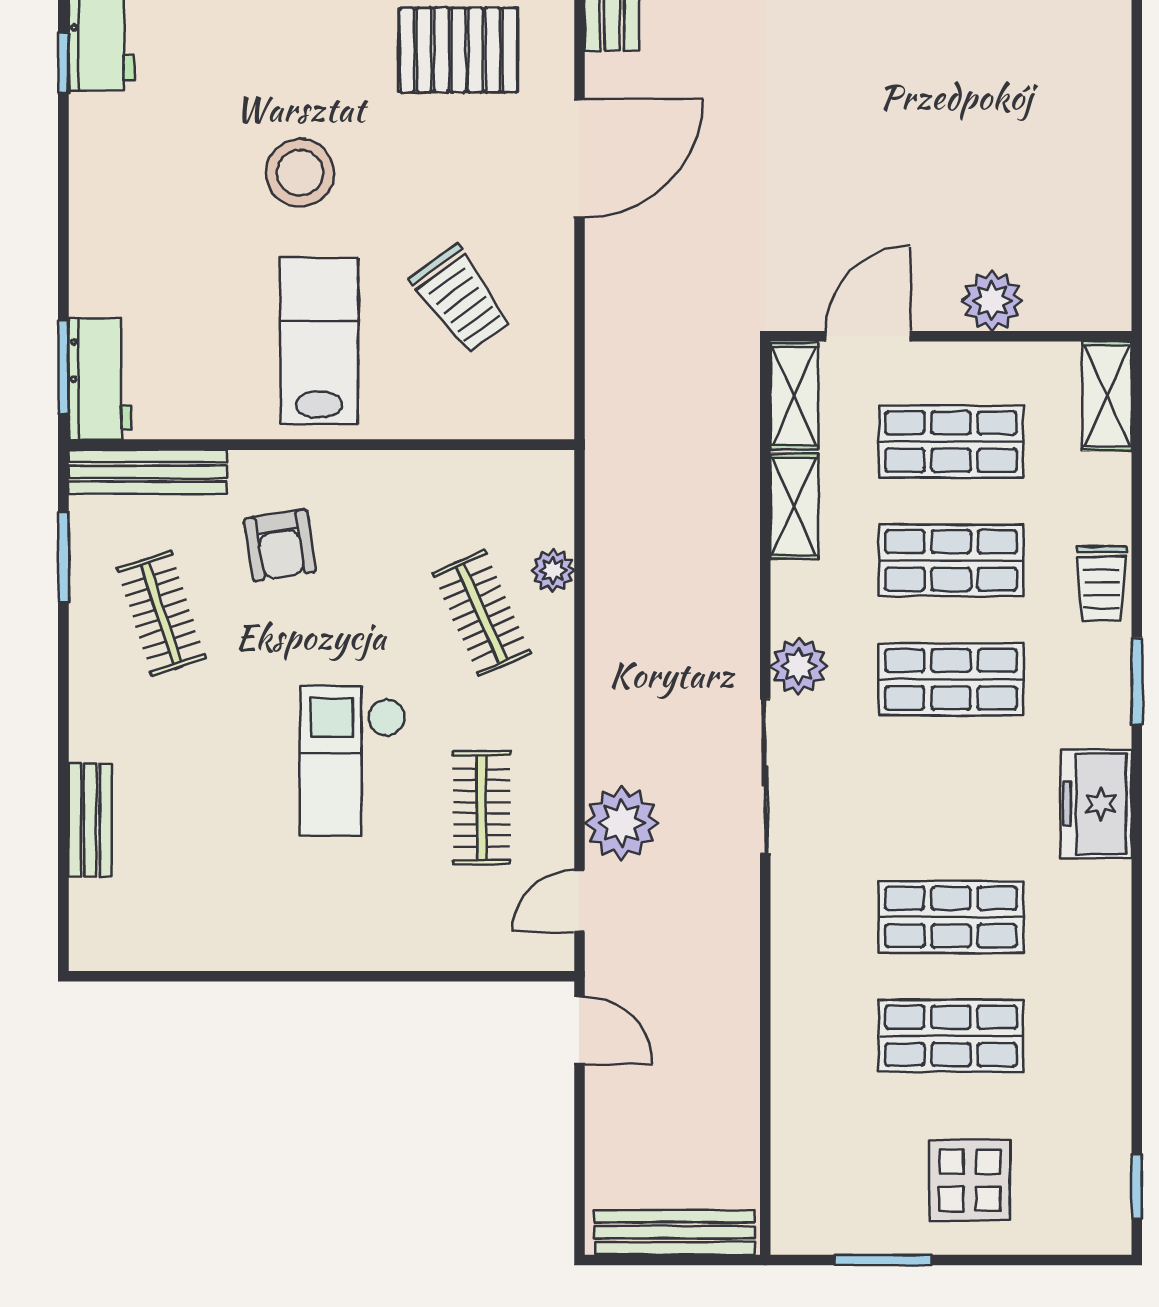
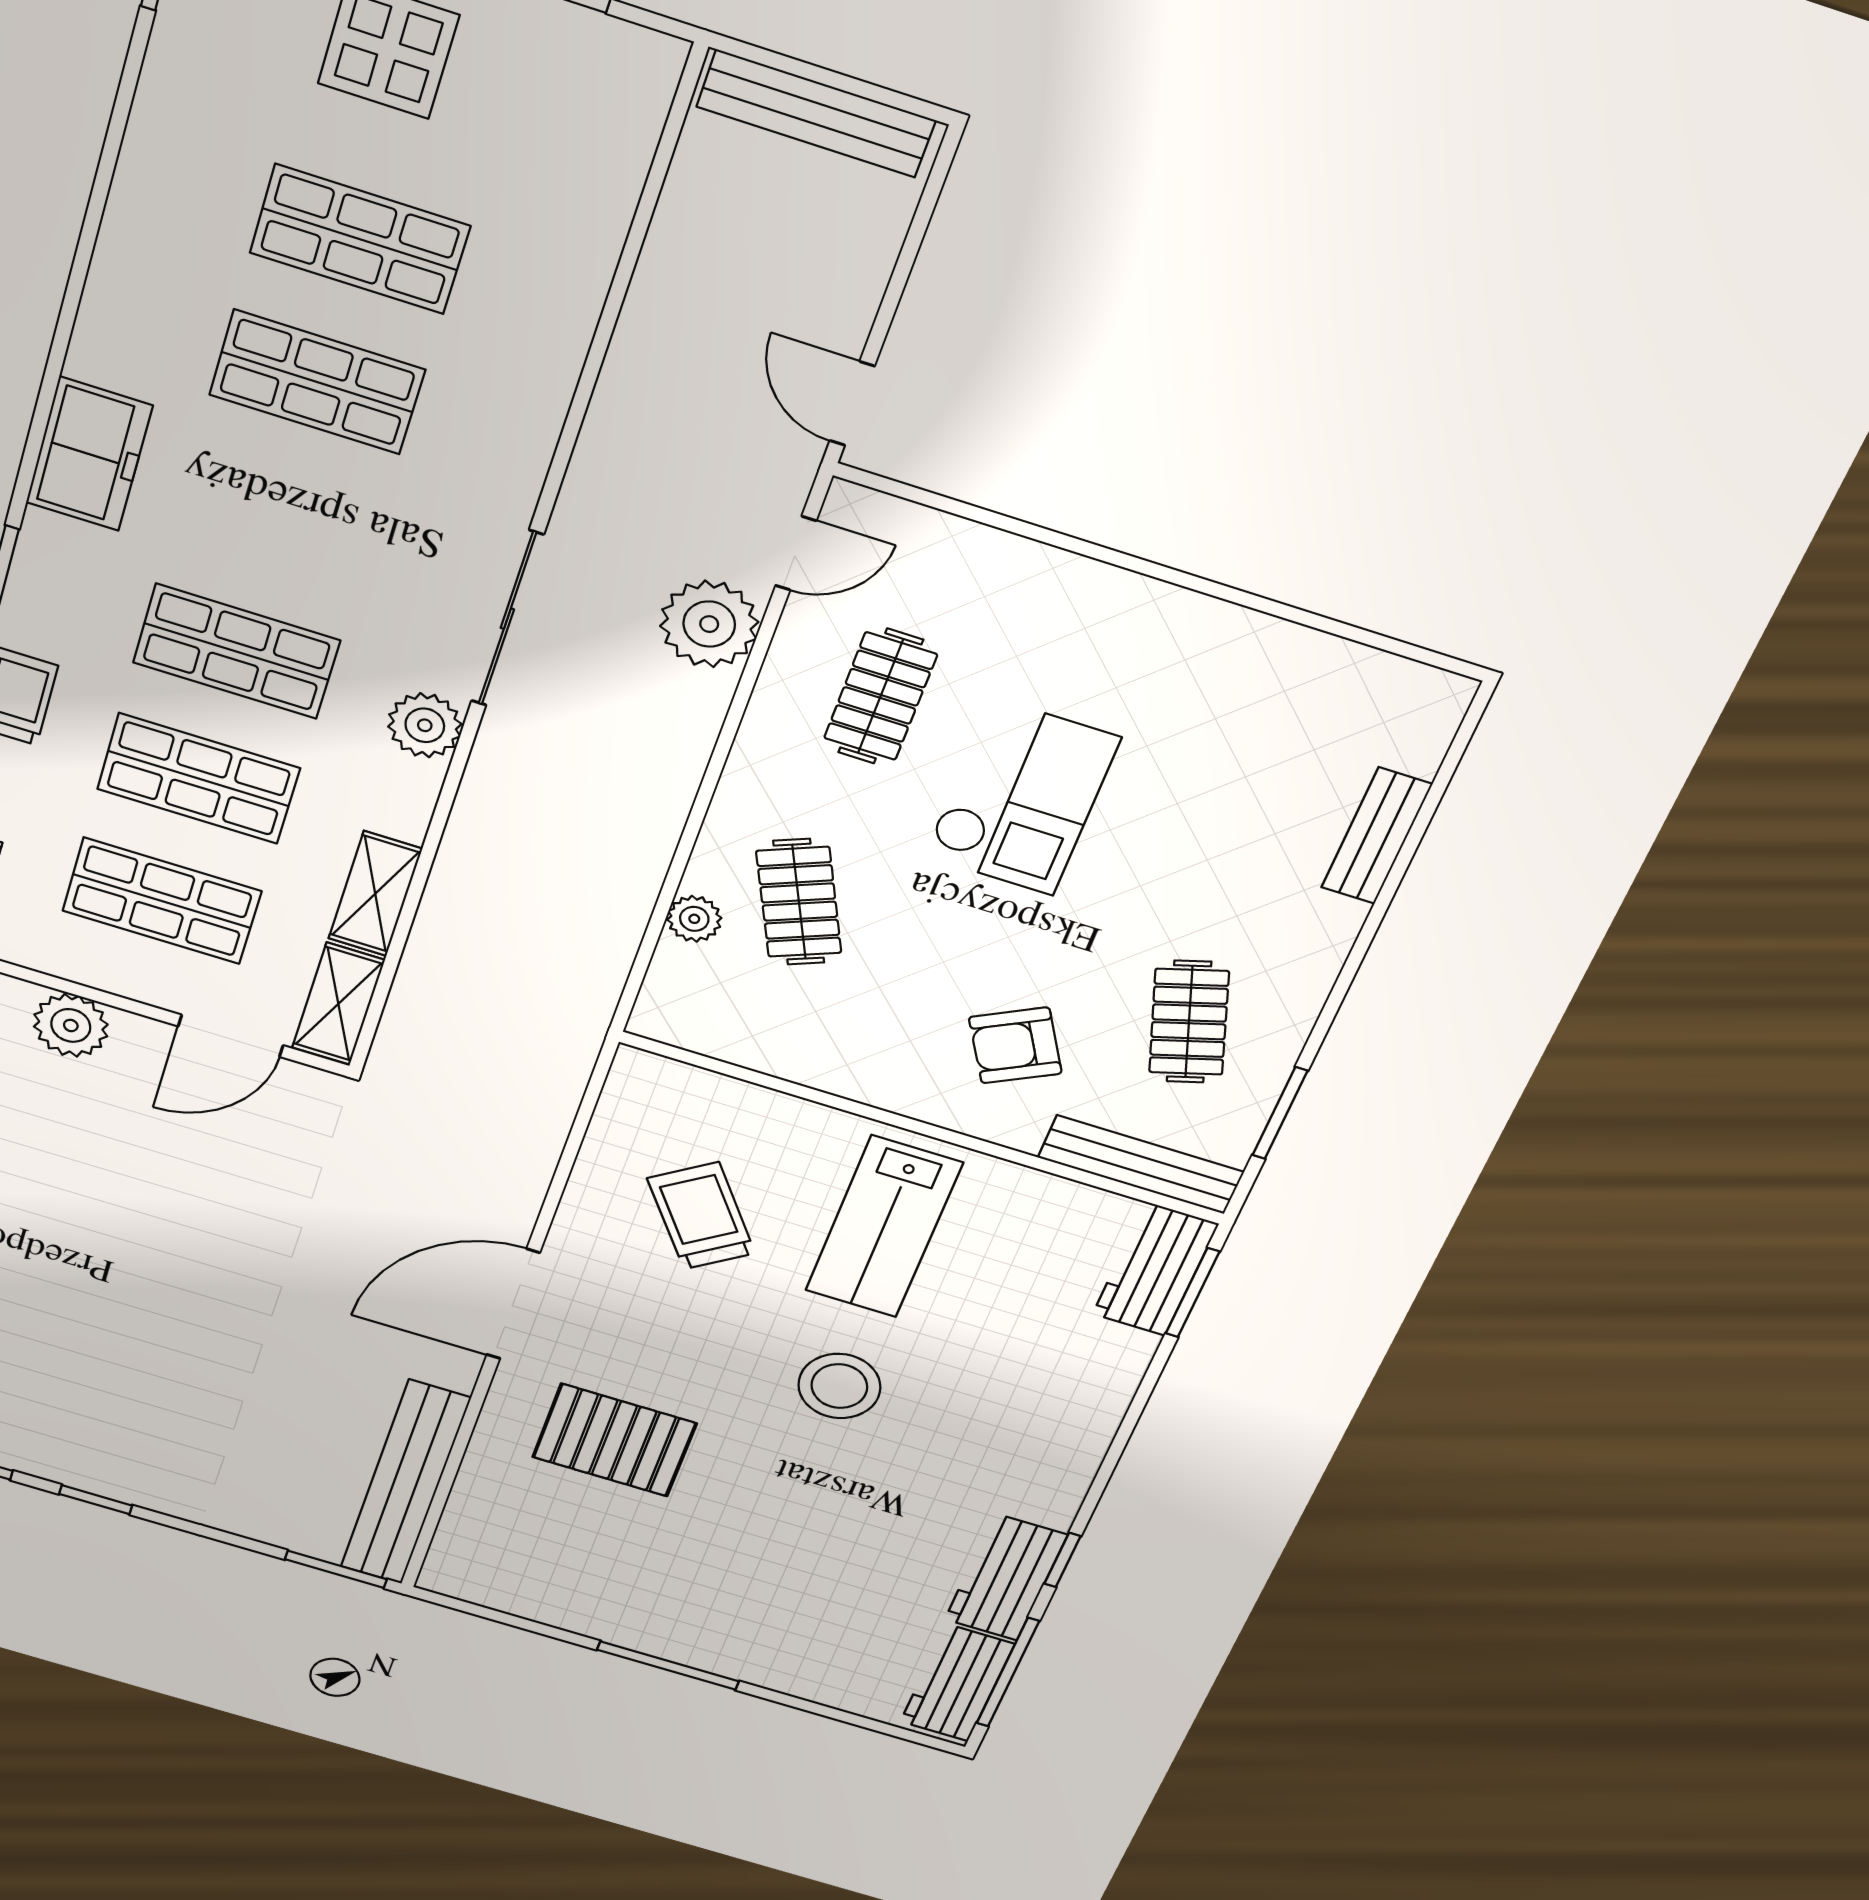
armchair: (280, 545) -> (1015, 1045), turned -110

